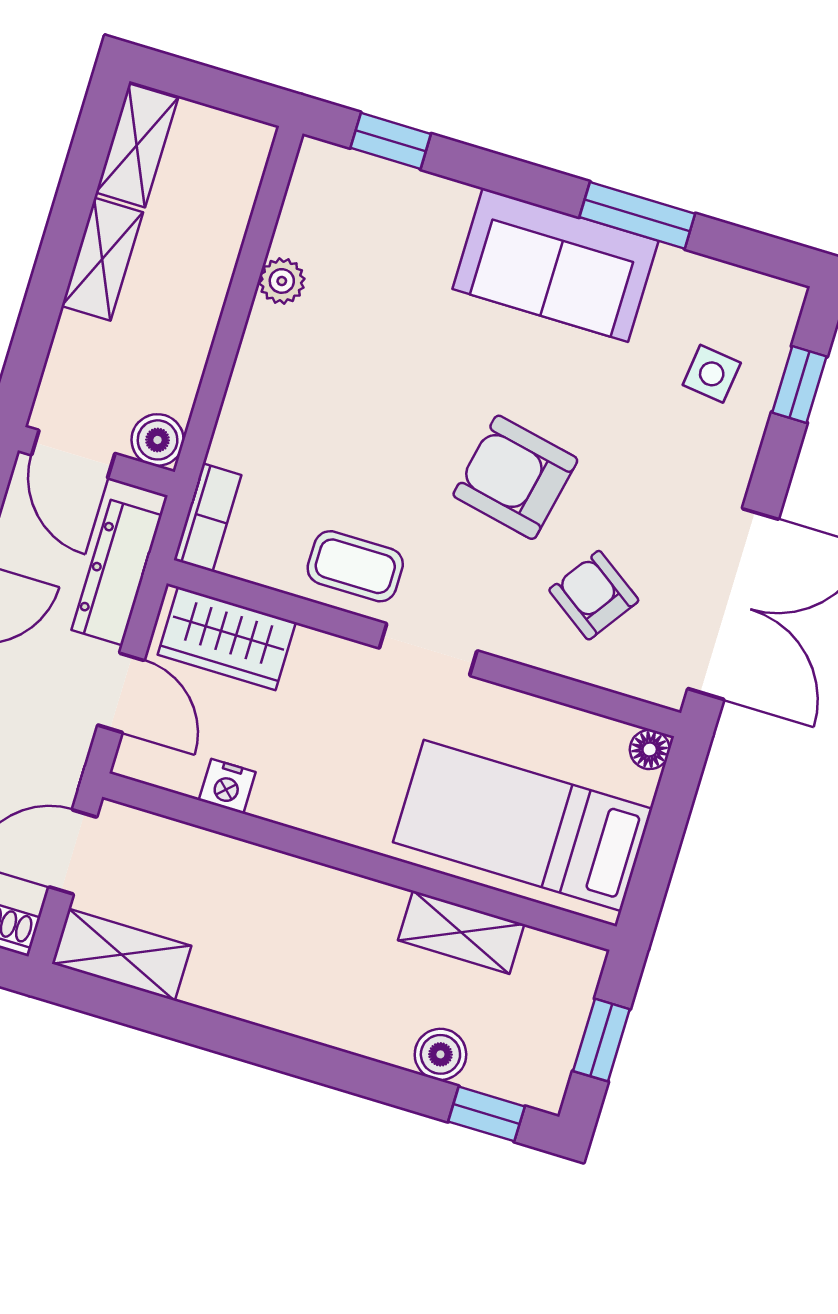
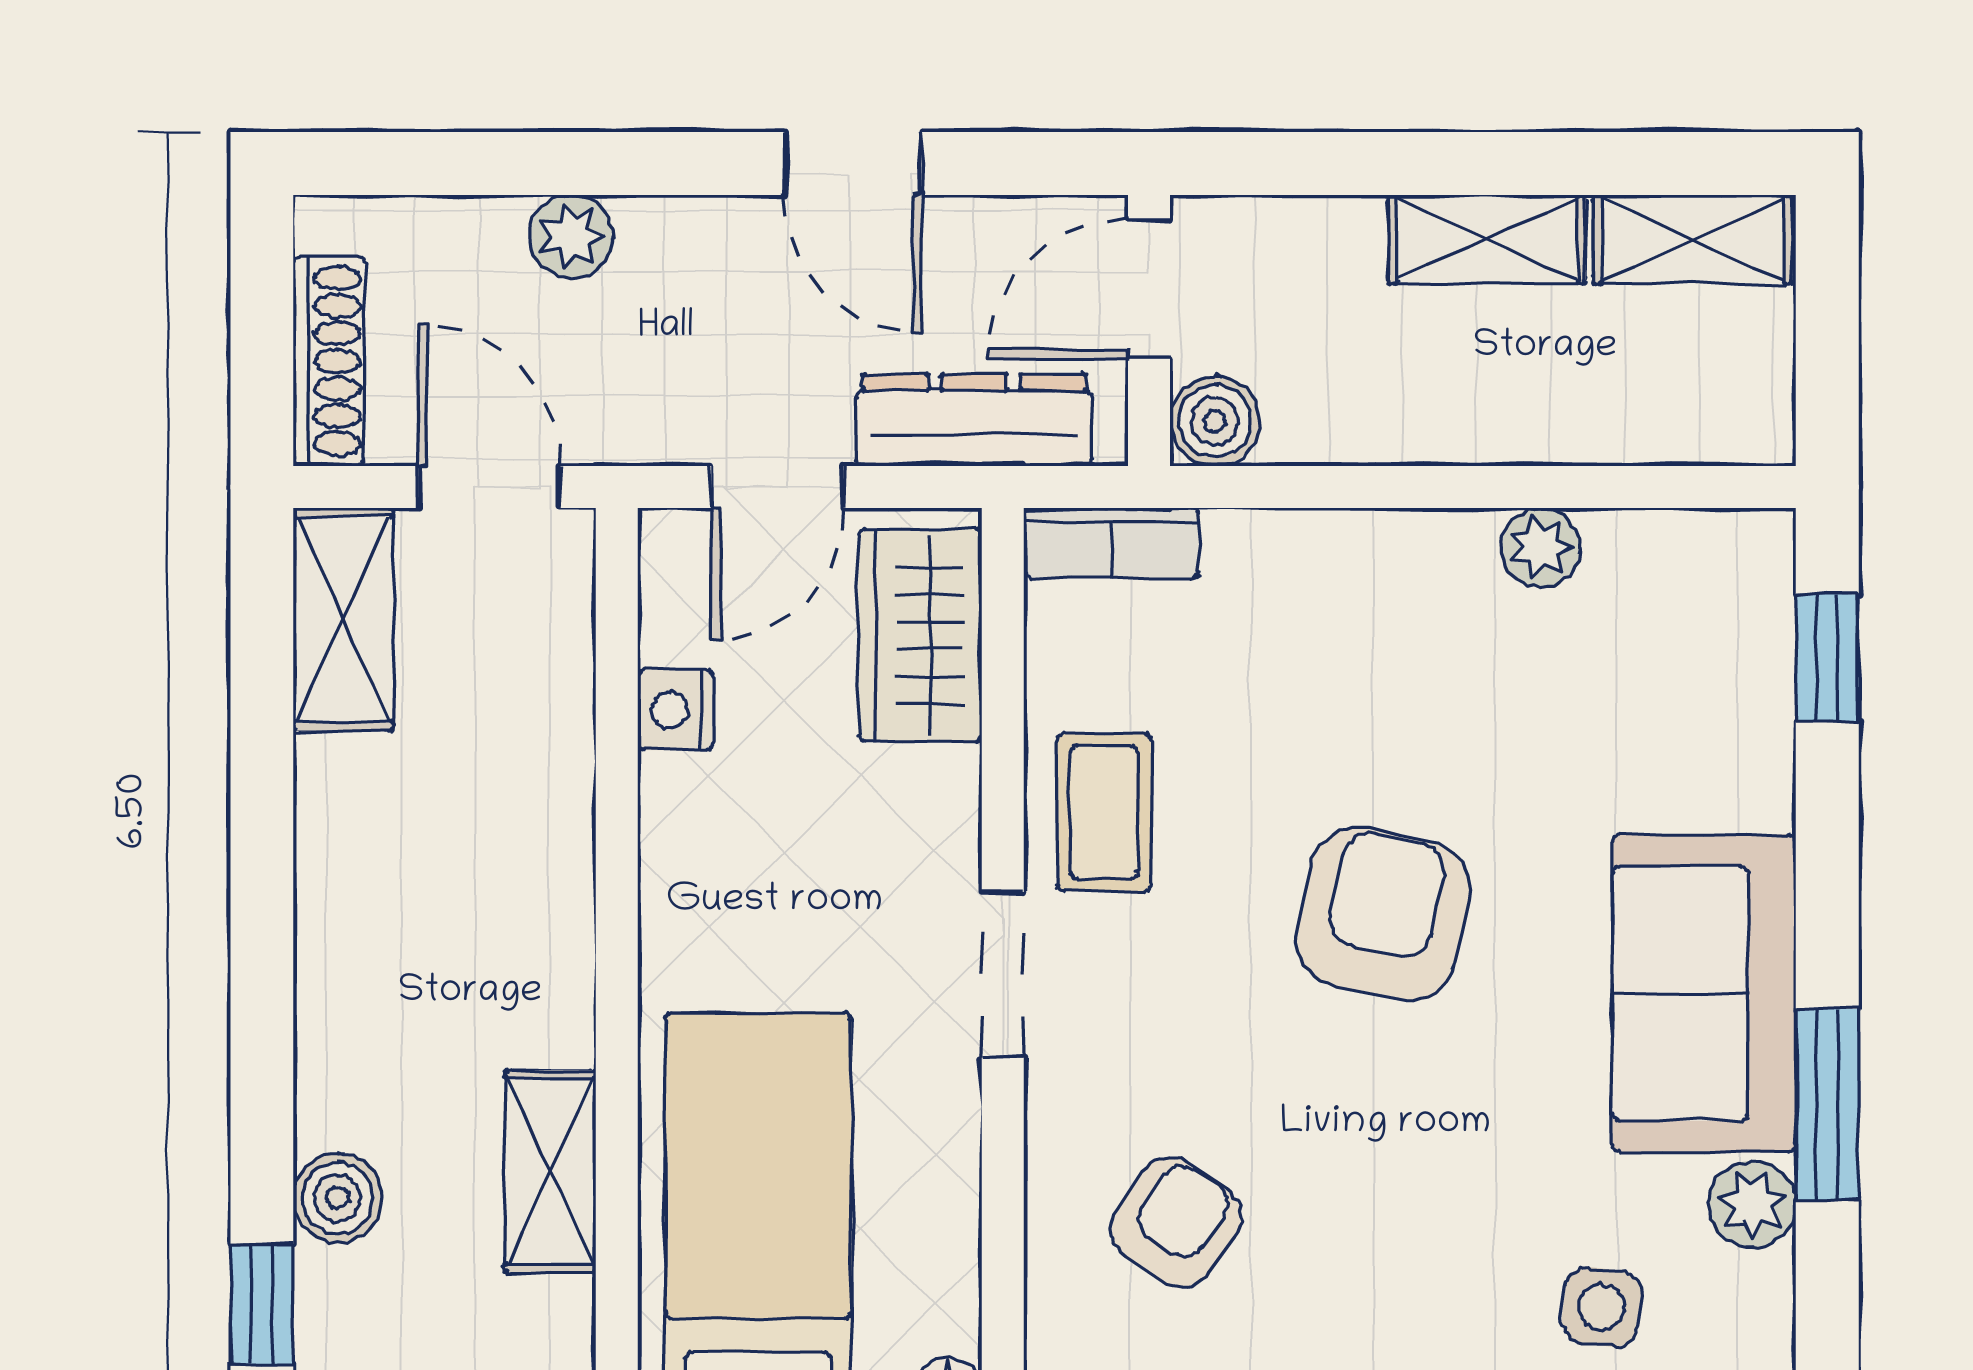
plant: (680, 273) -> (1752, 1204), added
armchair: (515, 477) -> (1383, 914), moved

